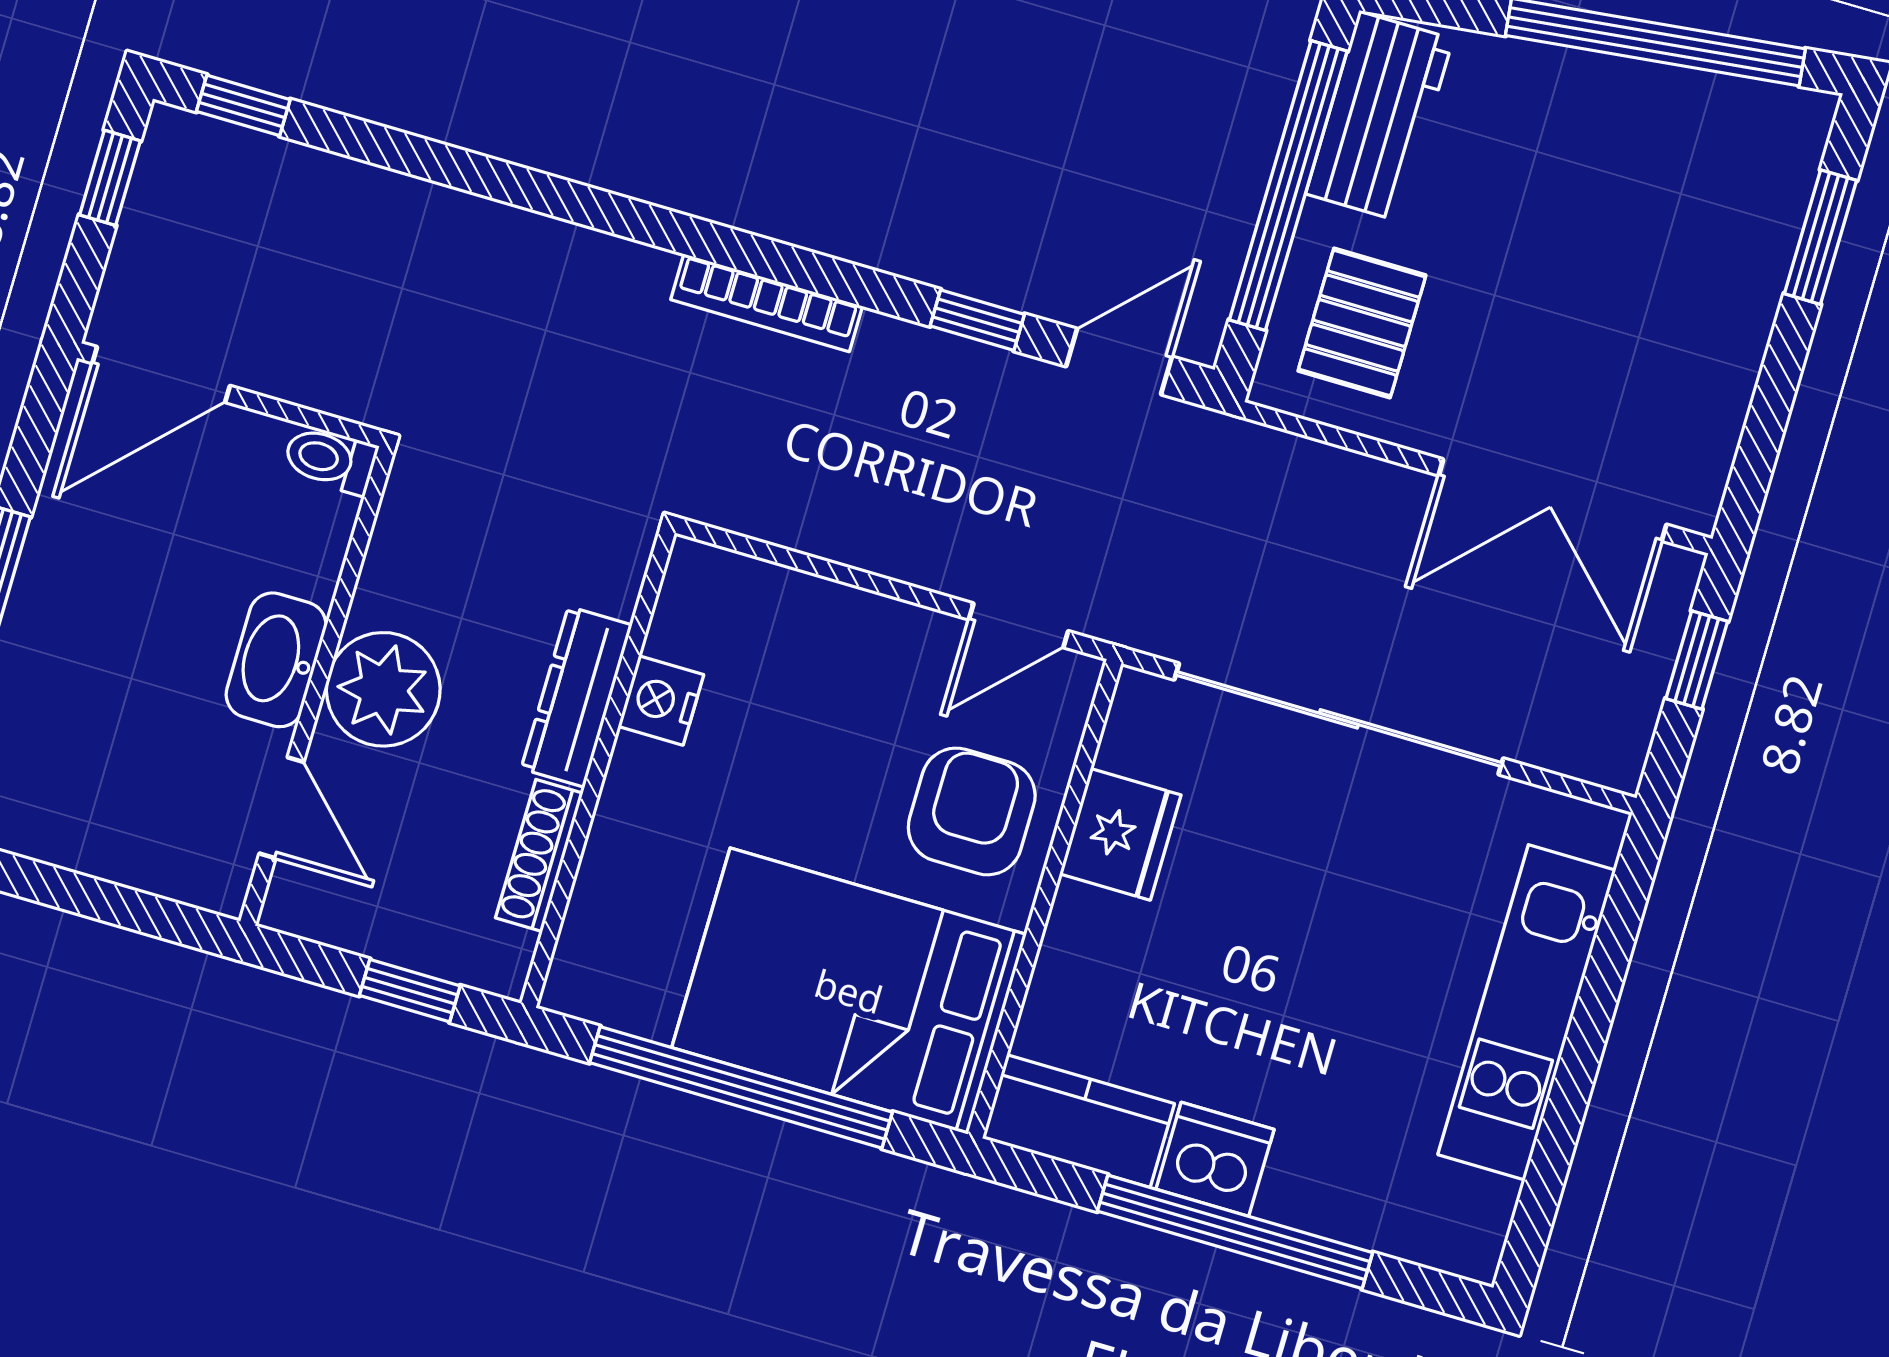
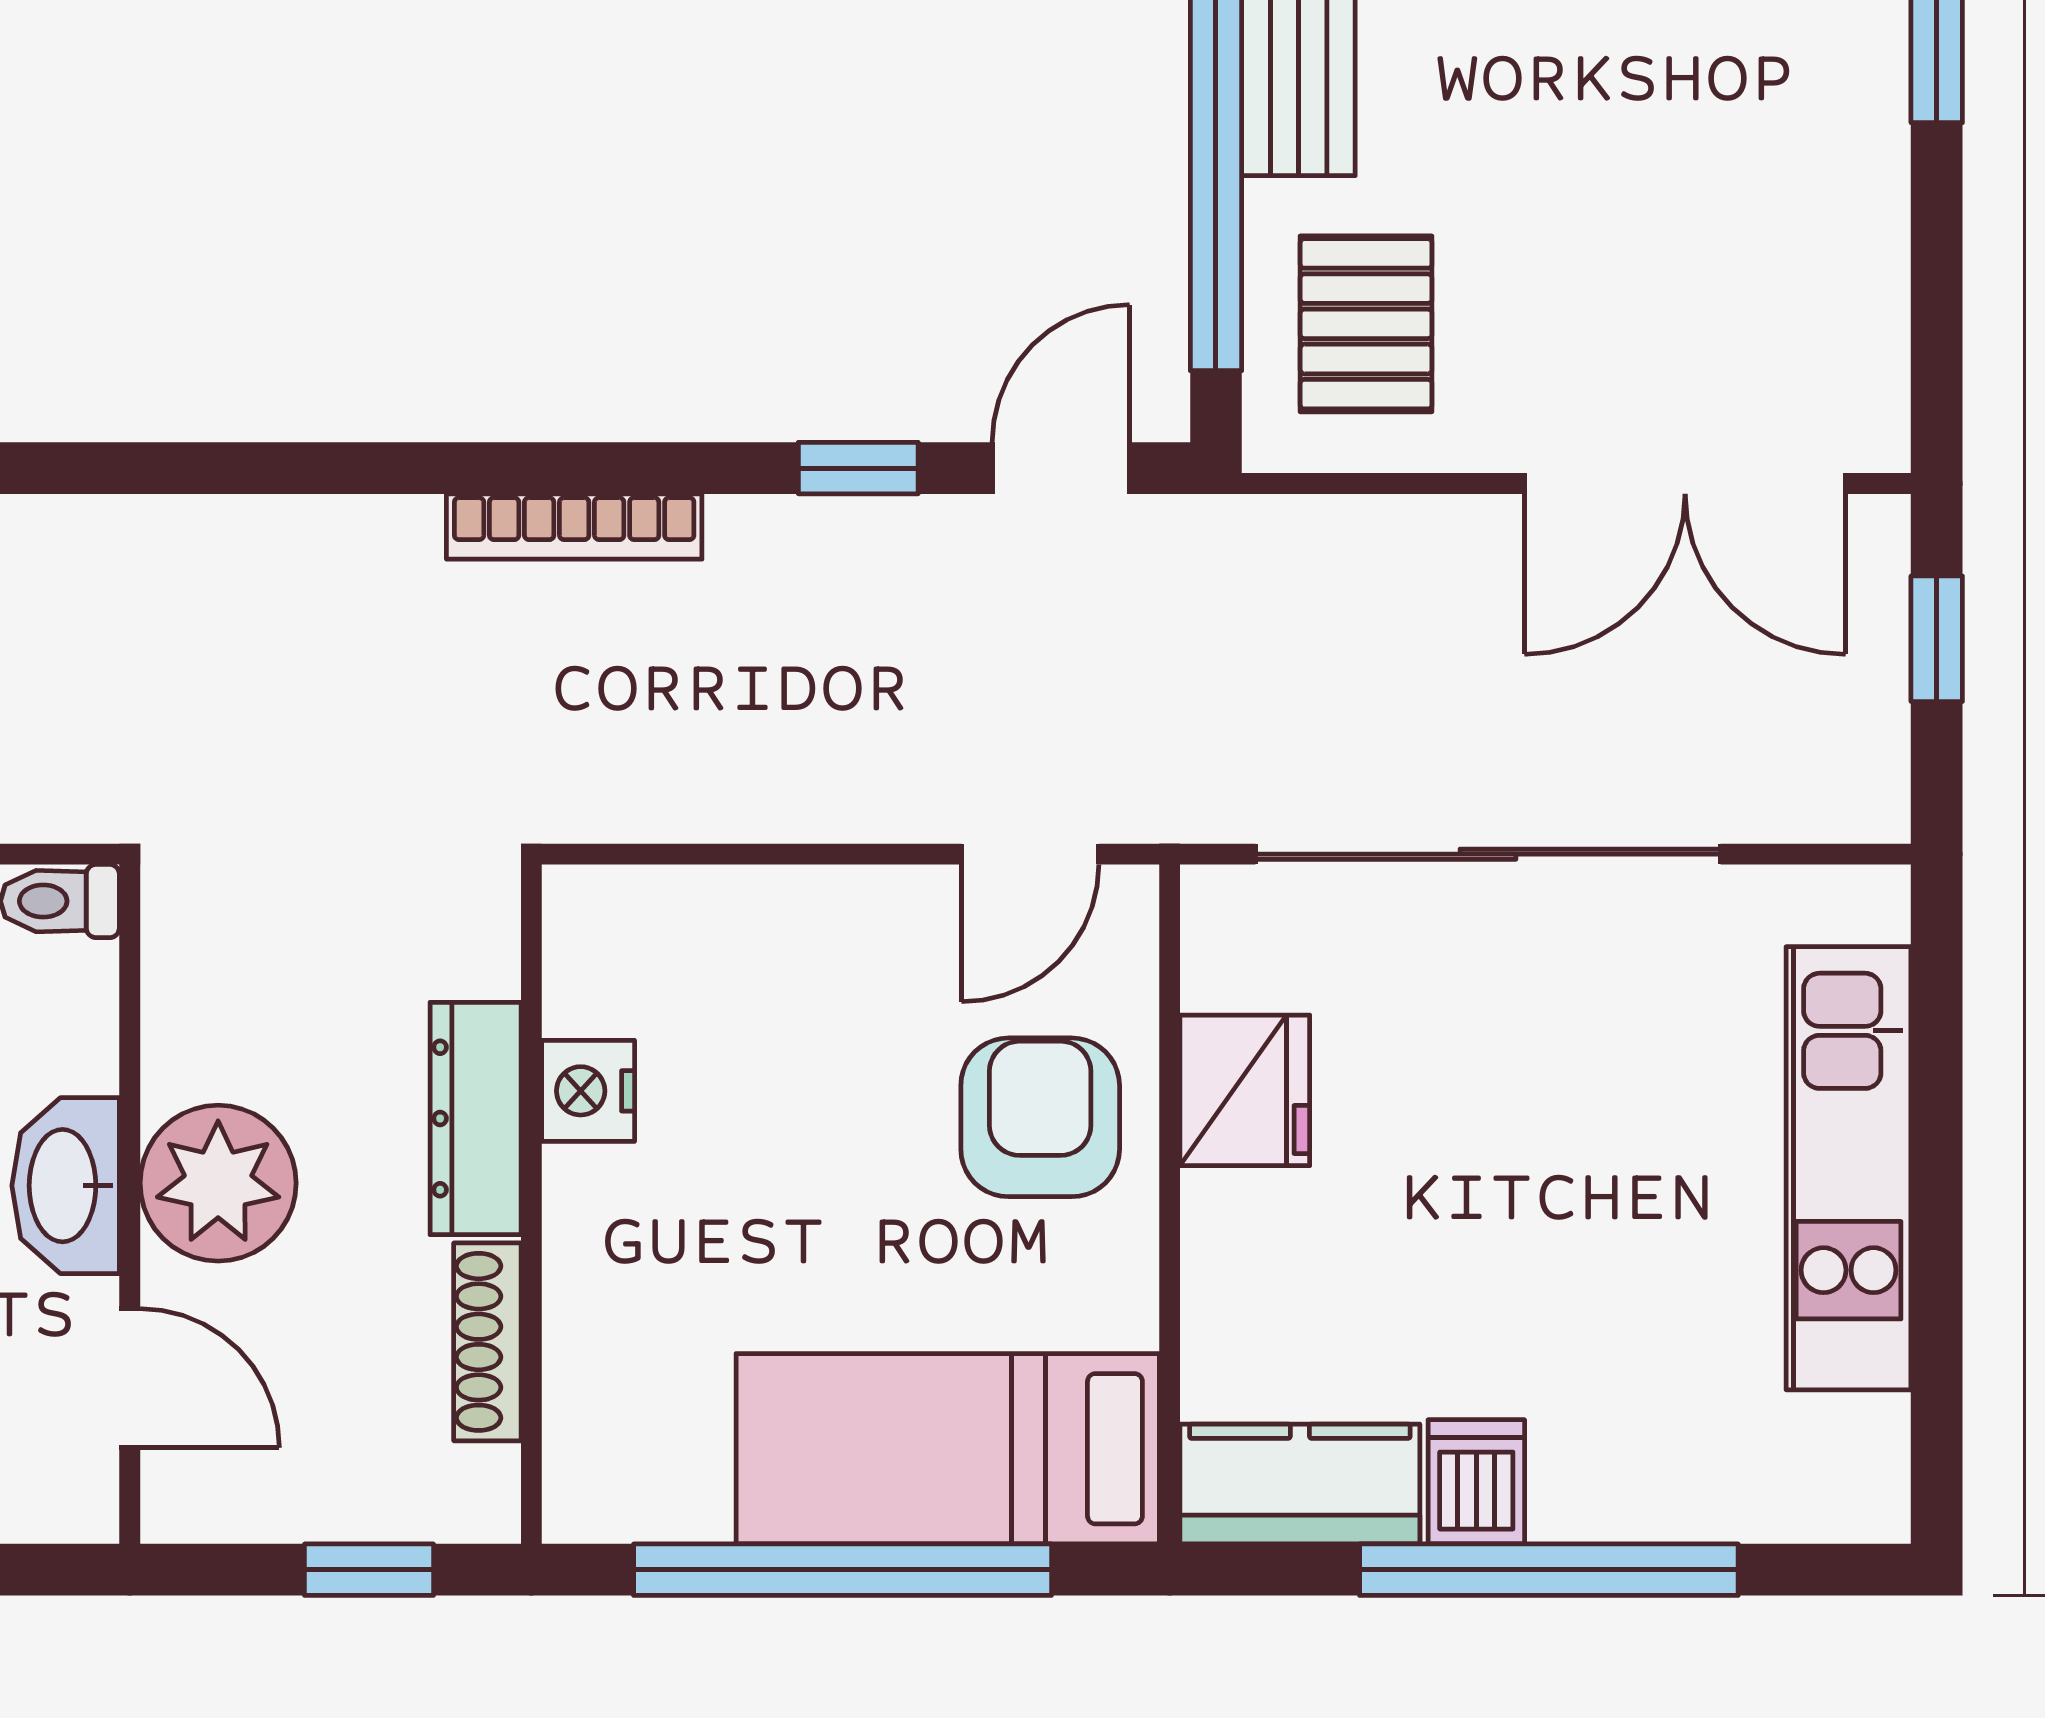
bed: (849, 991) -> (948, 1449), width x0.67
dishwasher: (1215, 1159) -> (1476, 1482), width x0.73

